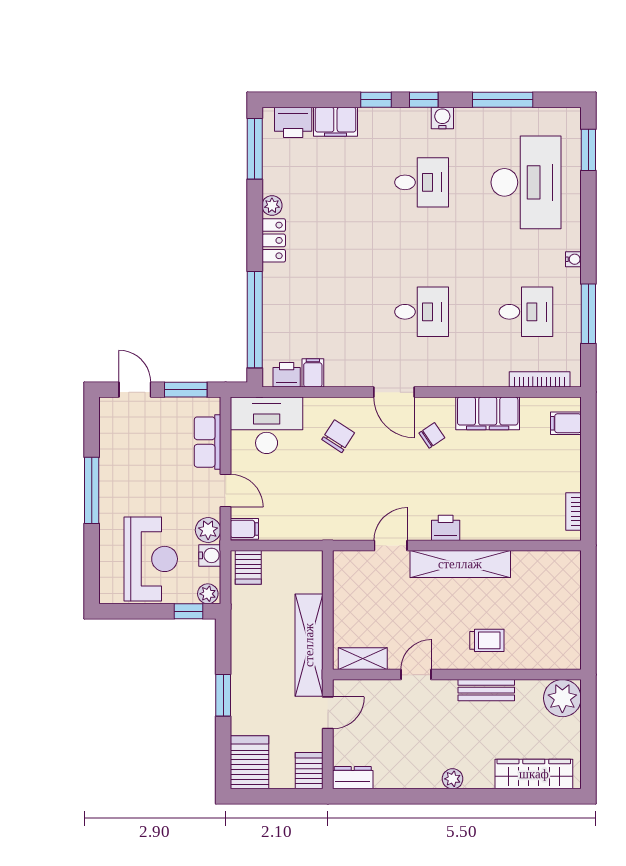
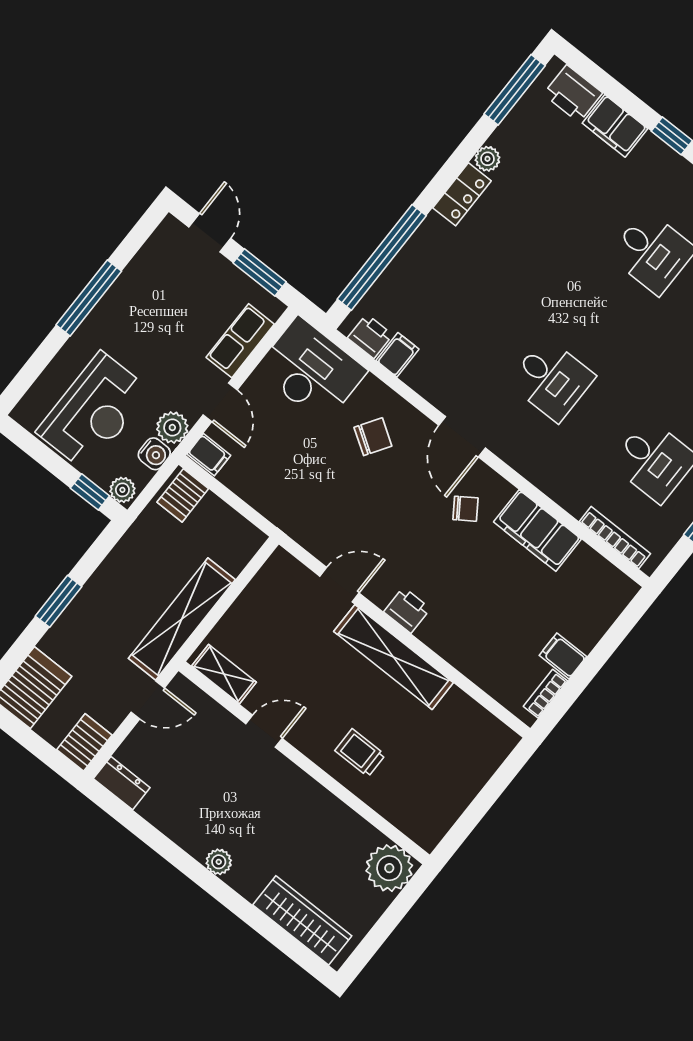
filing cabinet: (566, 423) -> (563, 656), moved
trolley: (487, 640) -> (360, 753), turned 180
bench: (486, 690) -> (321, 801), removed

